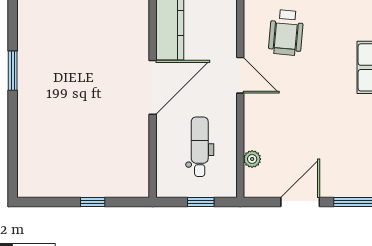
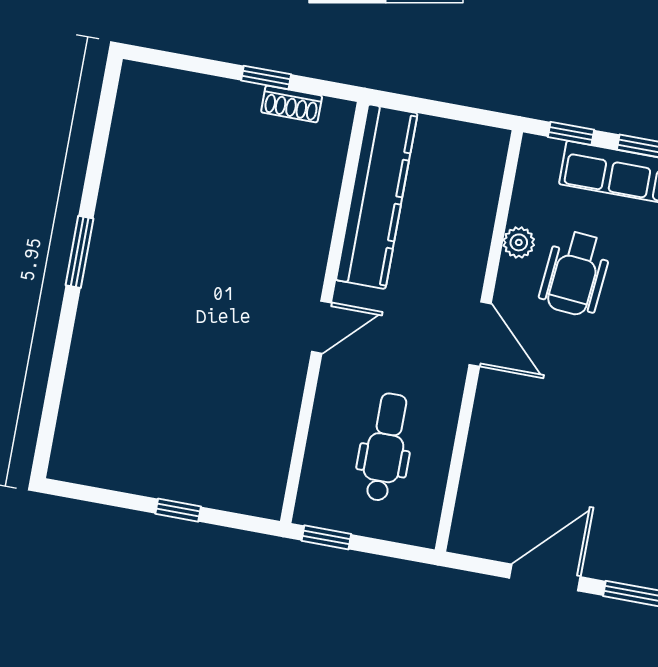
door: (153, 87) -> (321, 327), width x0.53
plant: (252, 159) -> (519, 242), moved
window: (201, 202) -> (326, 537), moved

